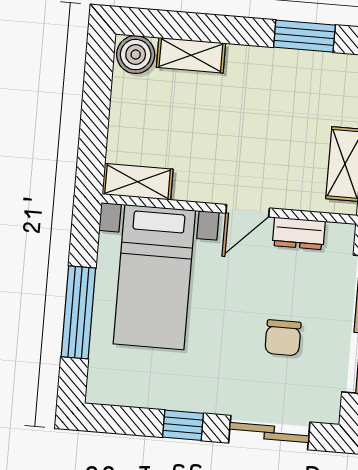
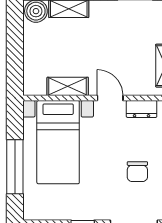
shelving: (138, 182) -> (68, 86), moved
door: (248, 211) -> (110, 98), swing flipped

